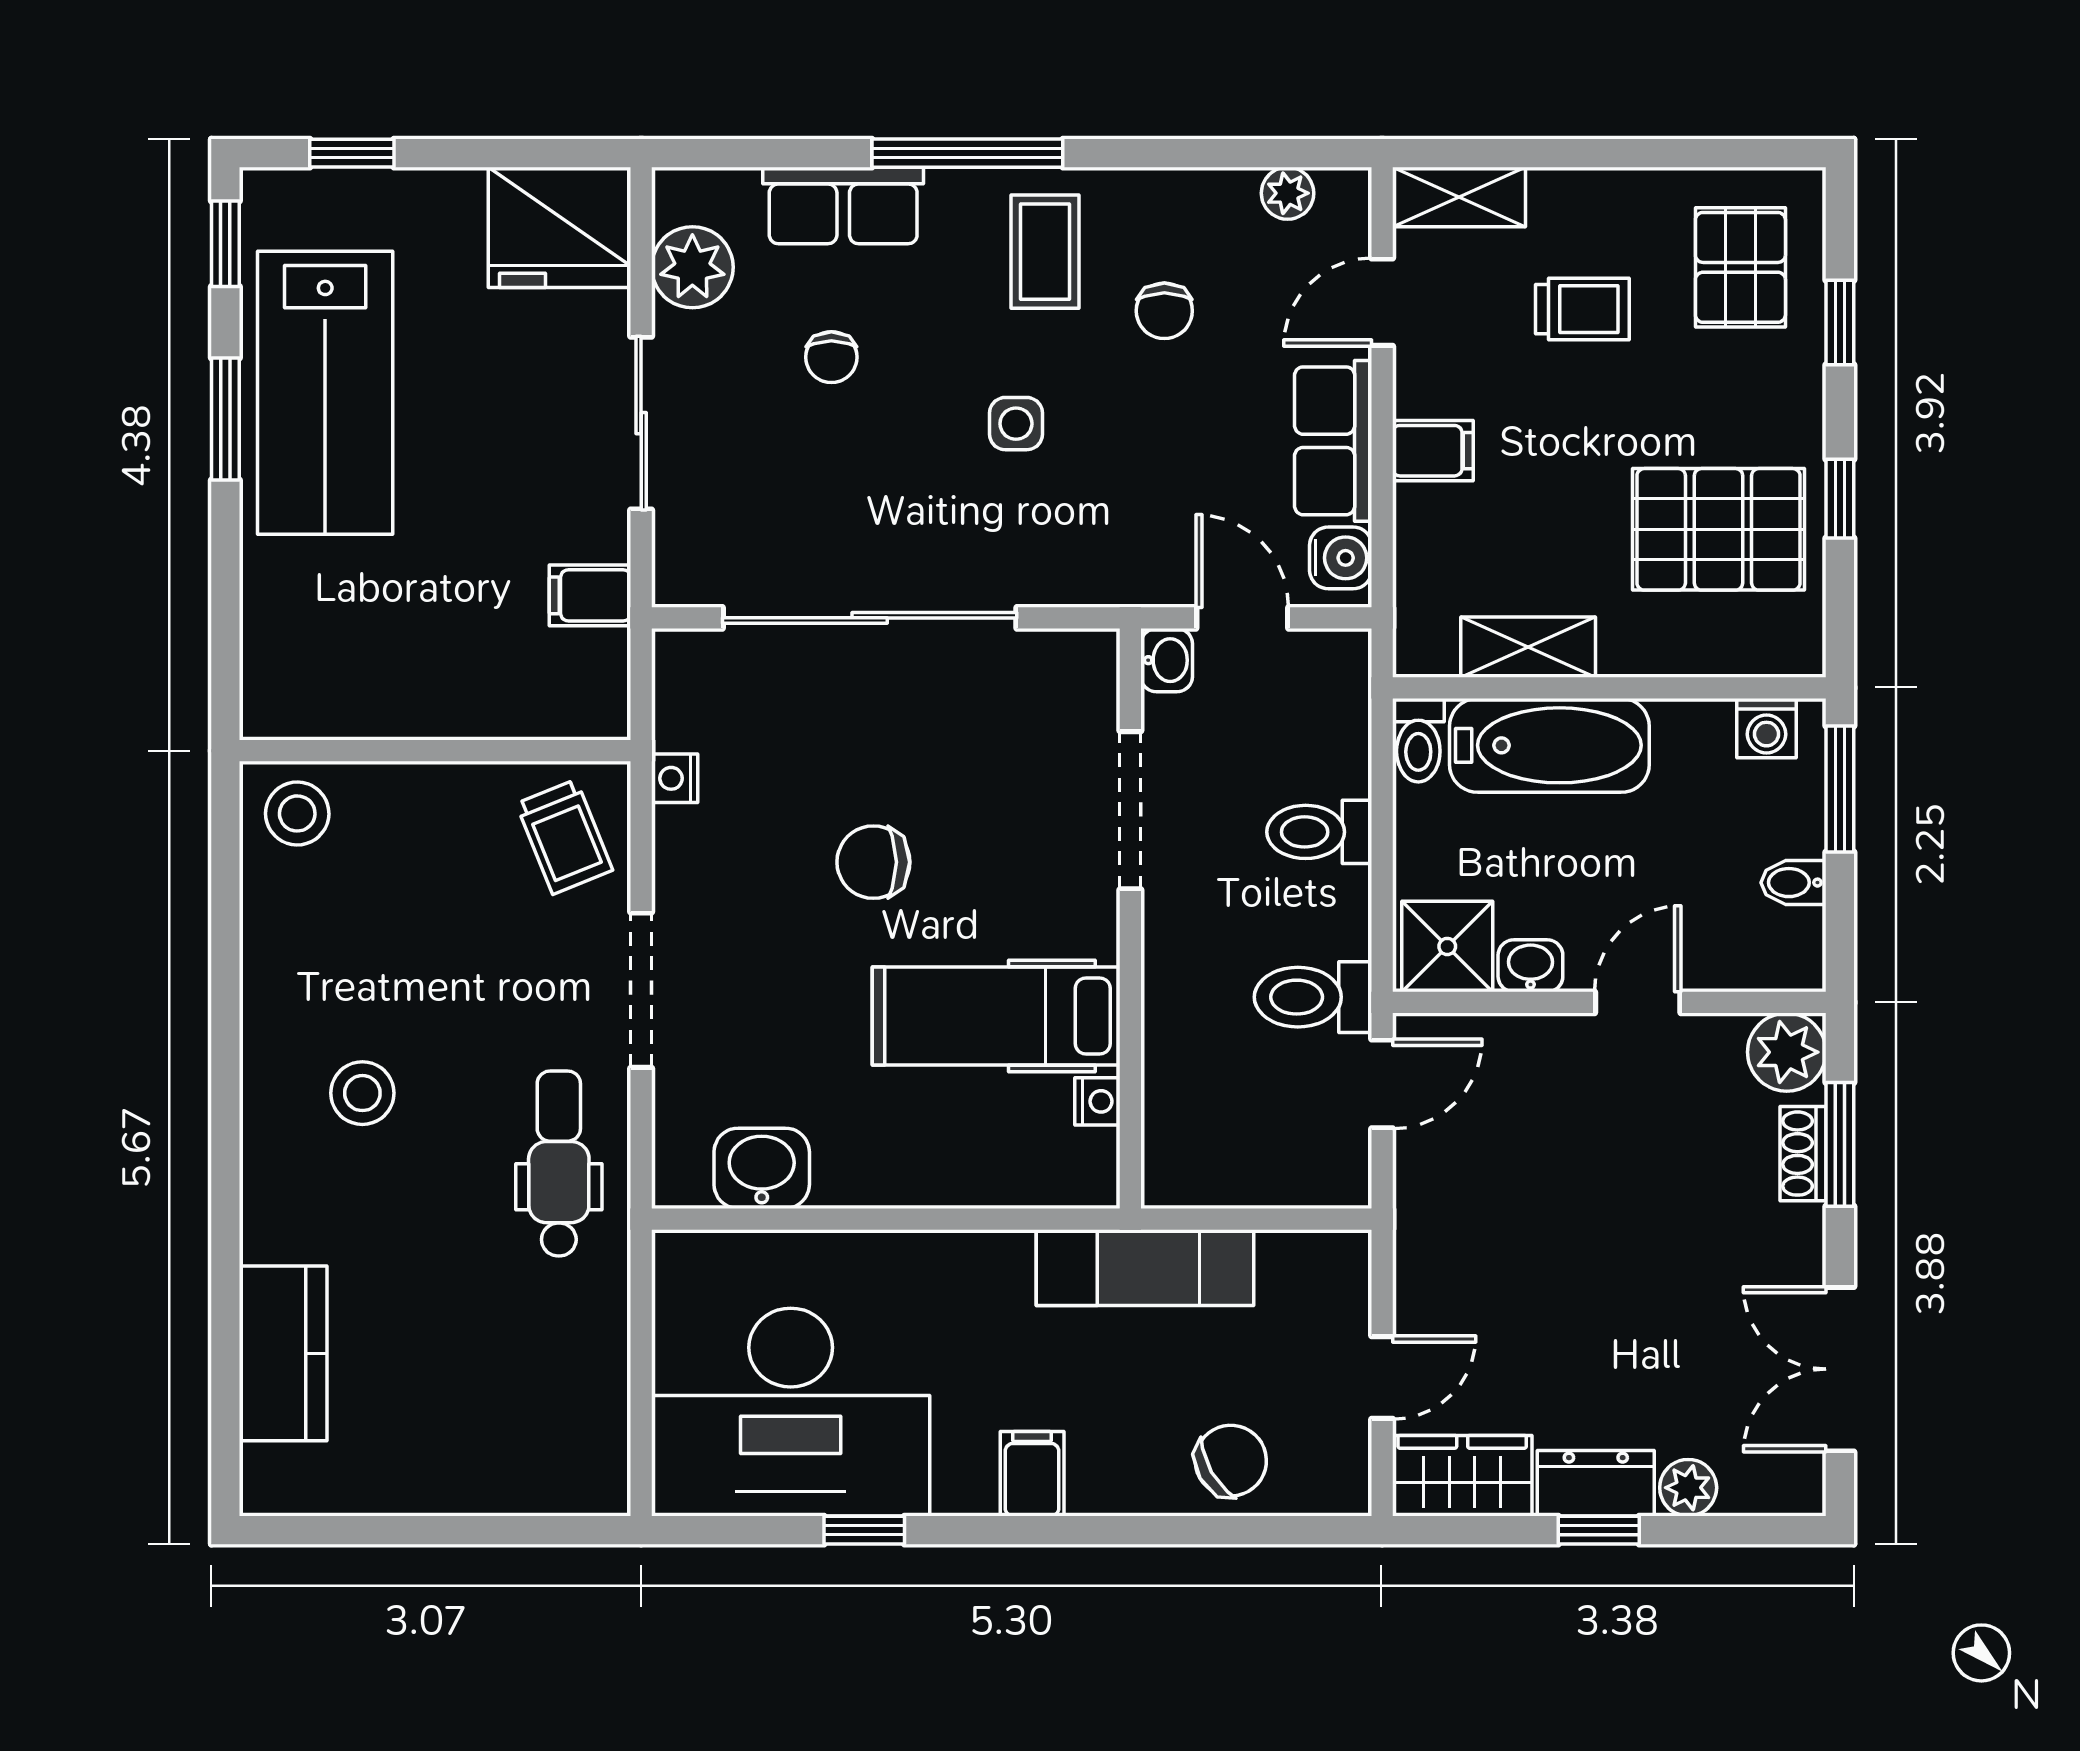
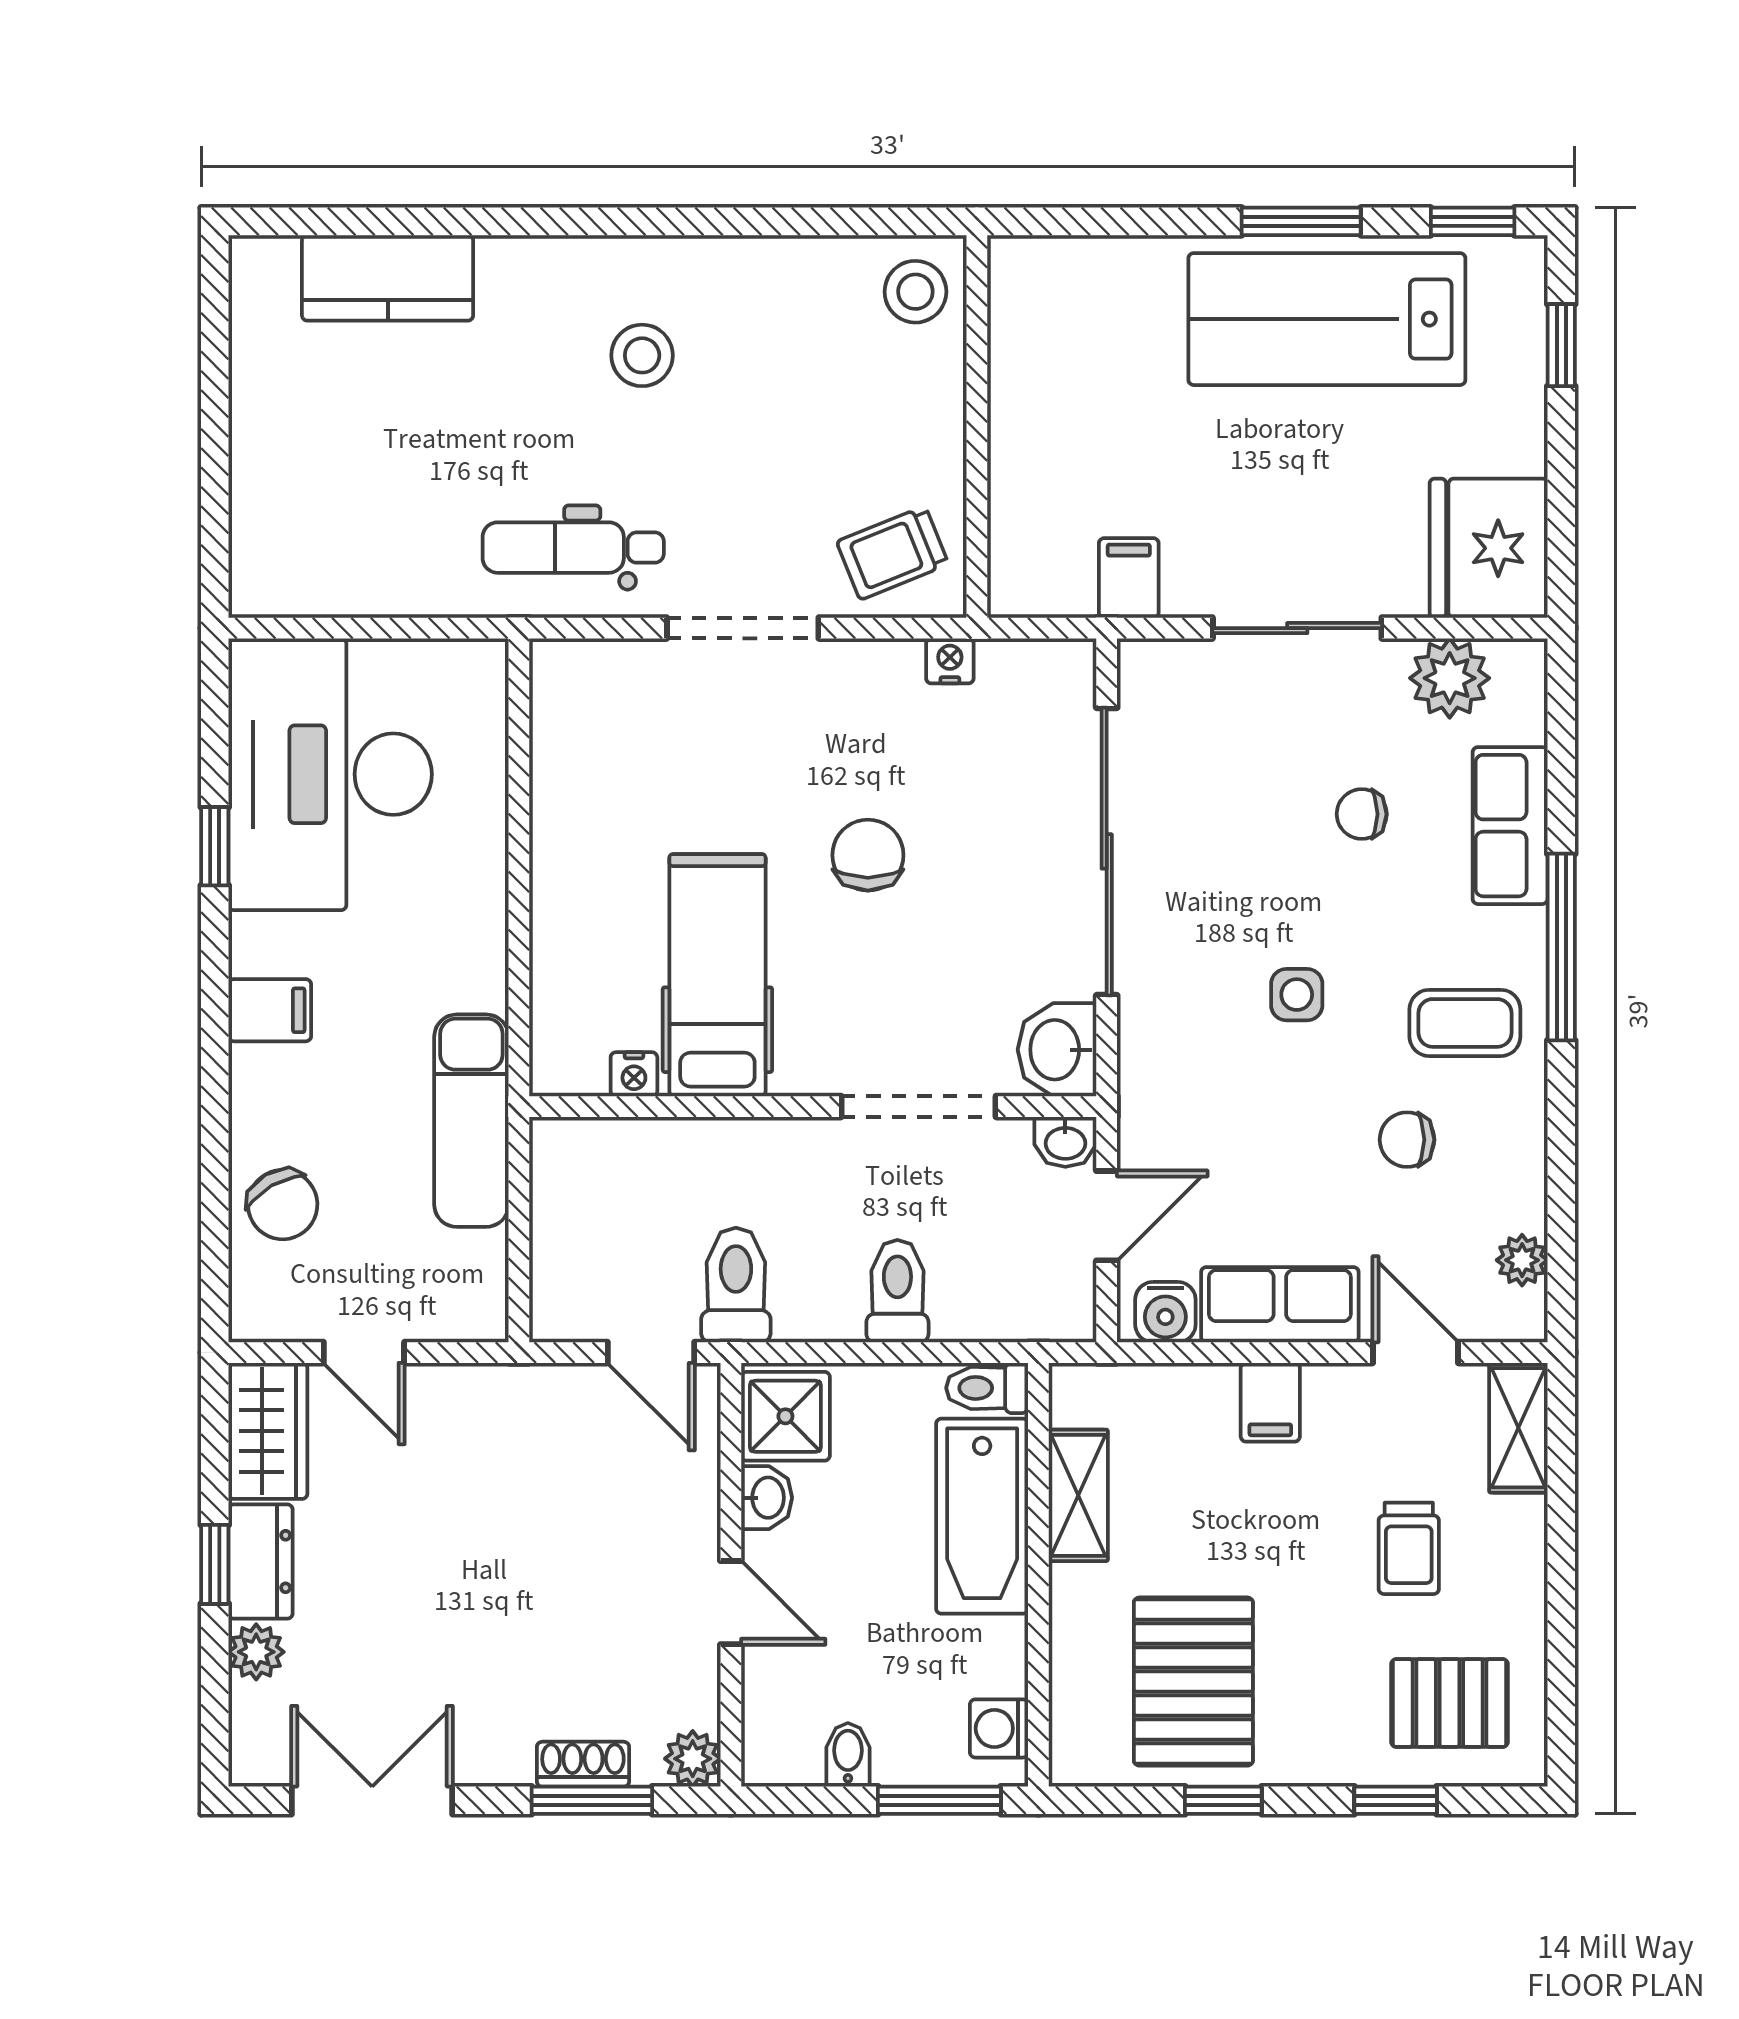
plant: (1787, 1052) -> (693, 1759), width x0.73, depth x0.73
dental chair: (559, 1164) -> (573, 548), turned 180
washbasin: (762, 1168) -> (1057, 1050), moved, turned 180

